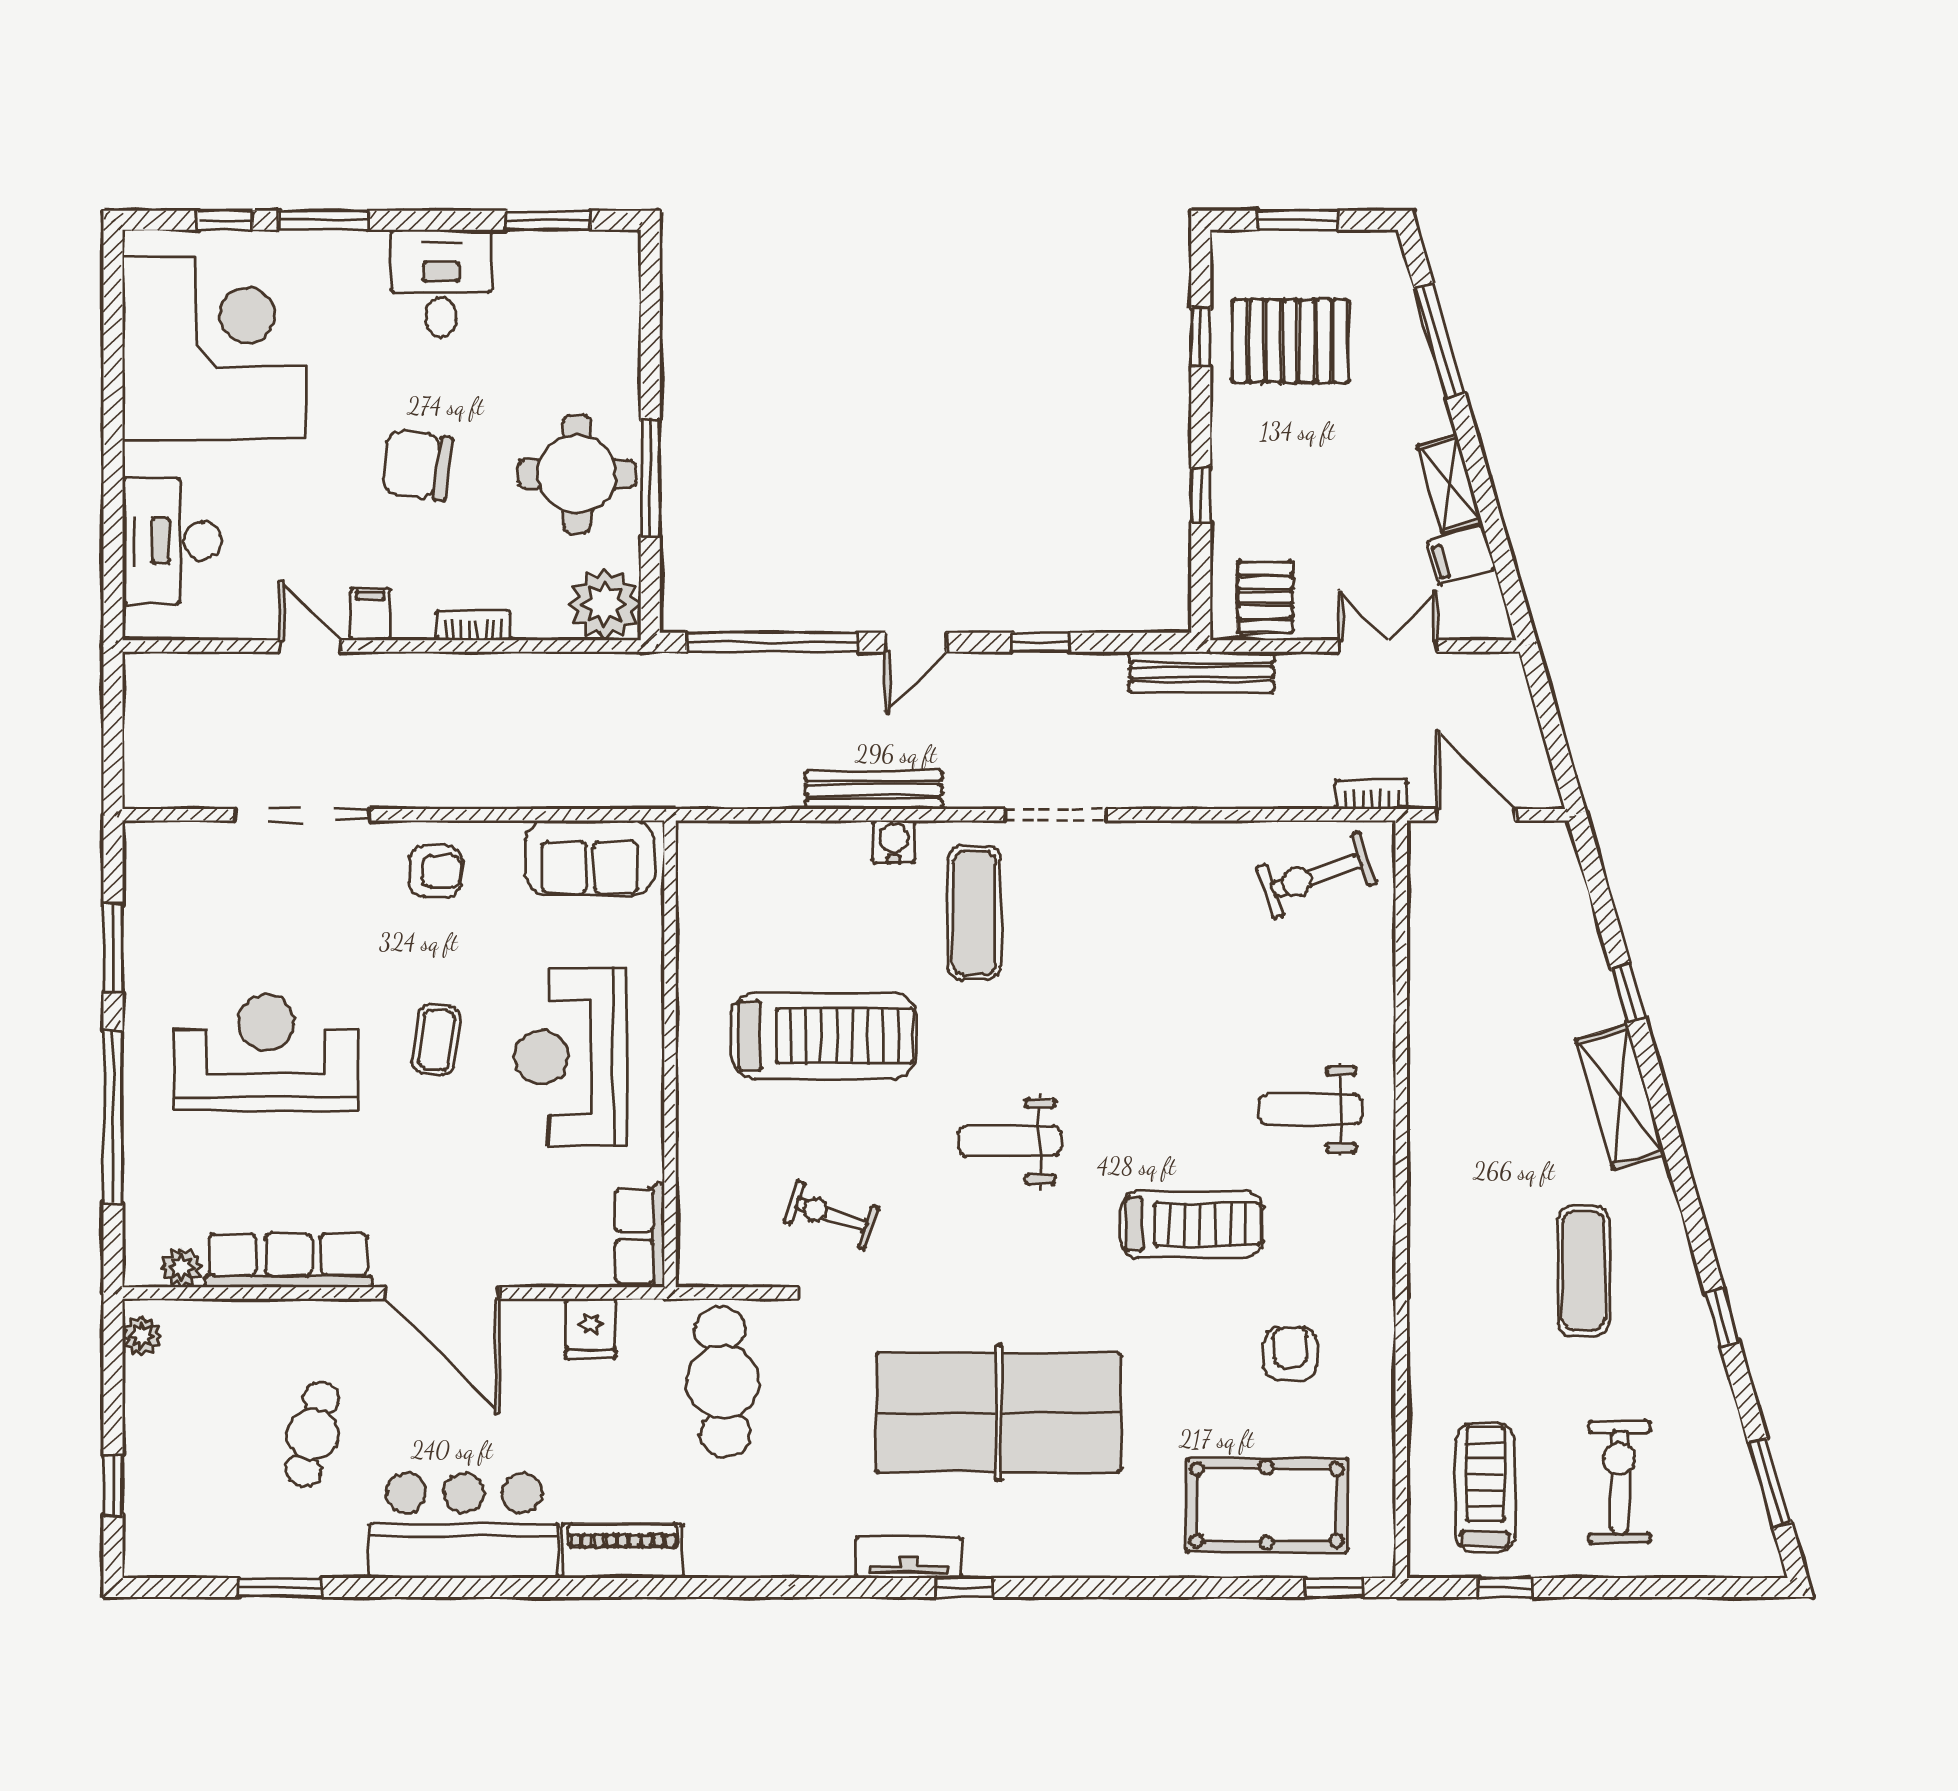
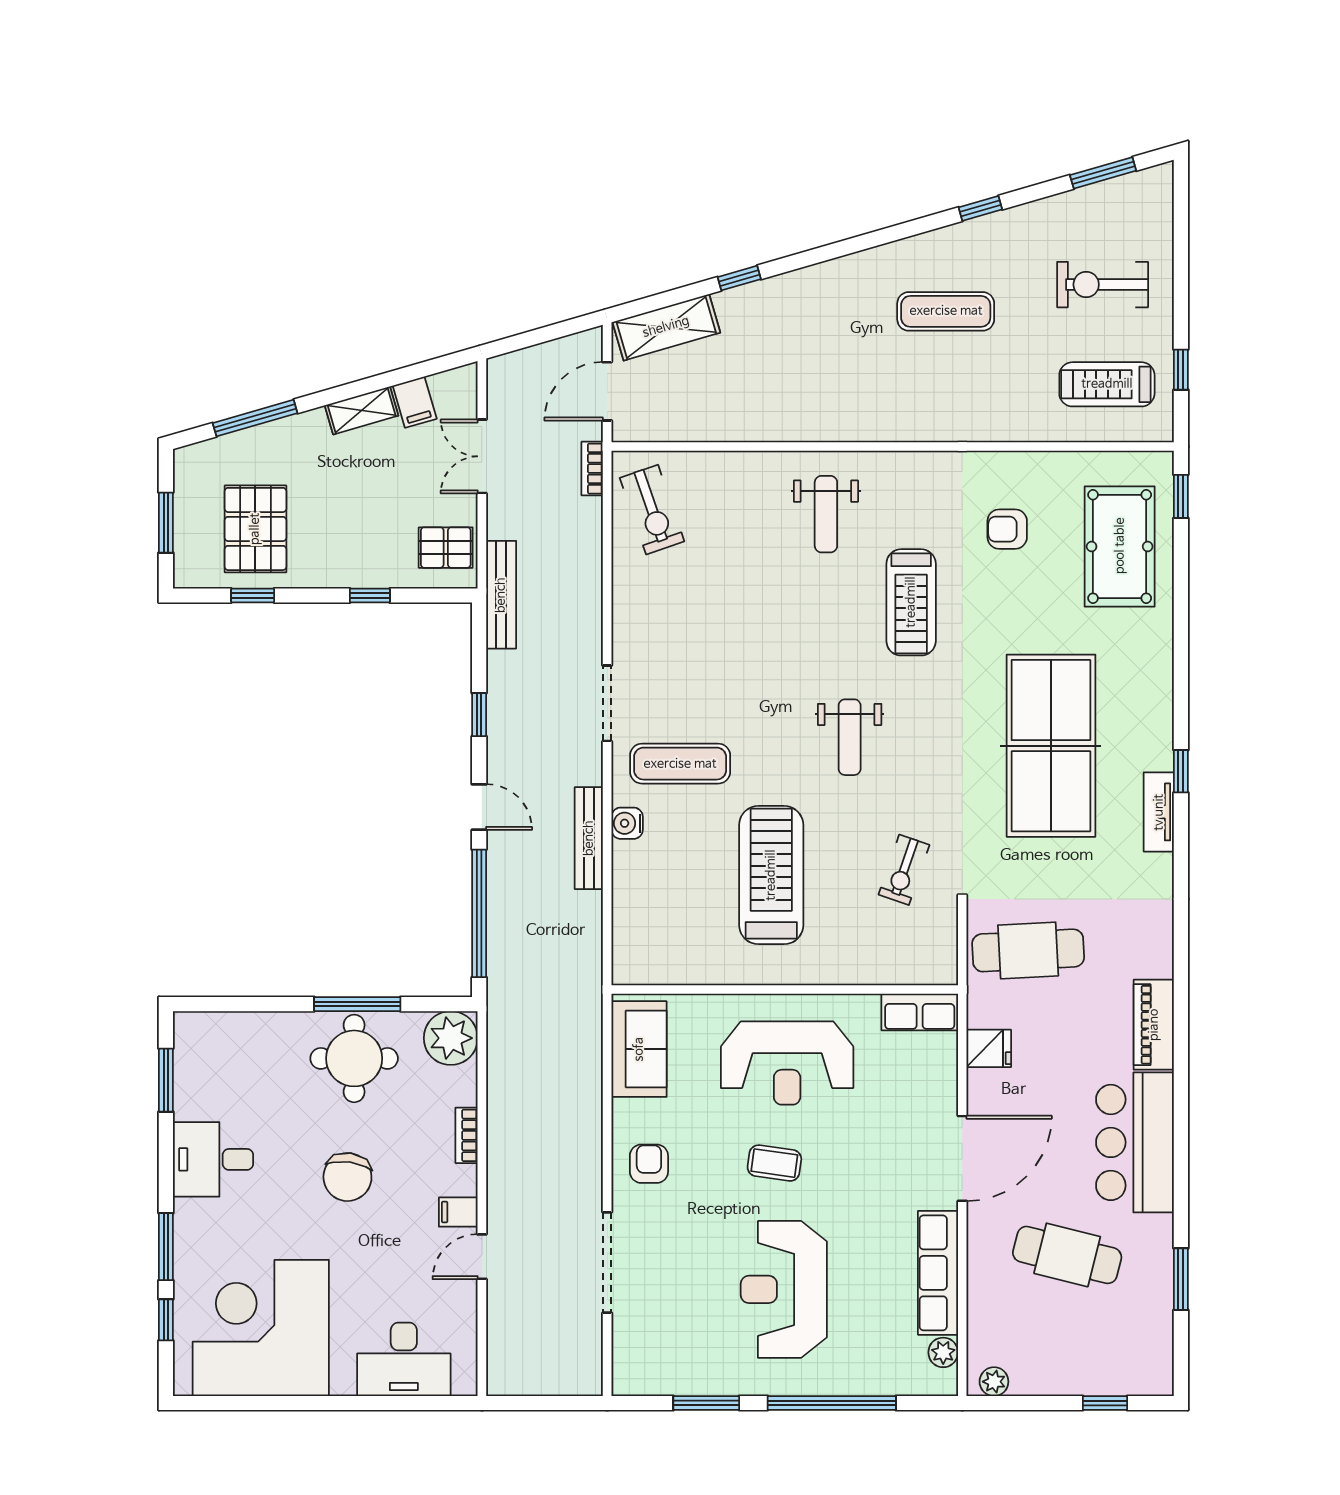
shelving: (1620, 1097) -> (666, 327), moved
treadmill: (1191, 1224) -> (911, 602), turned 180
cafe table: (312, 1434) -> (1067, 1255), width x1.37, depth x1.35

